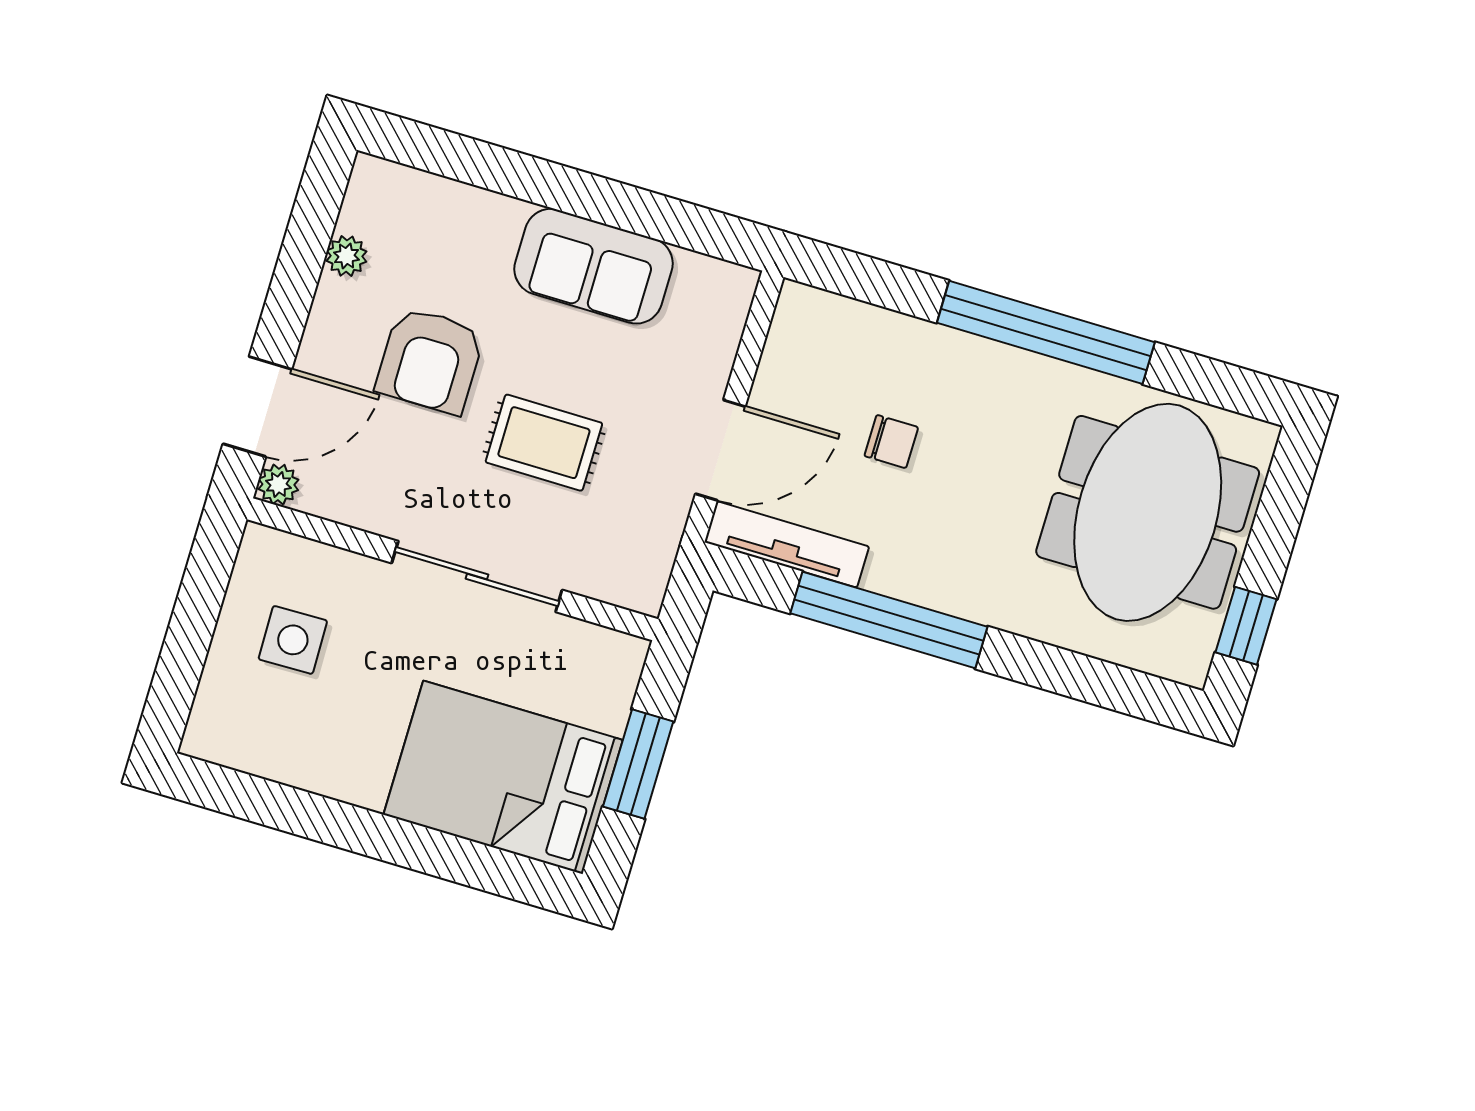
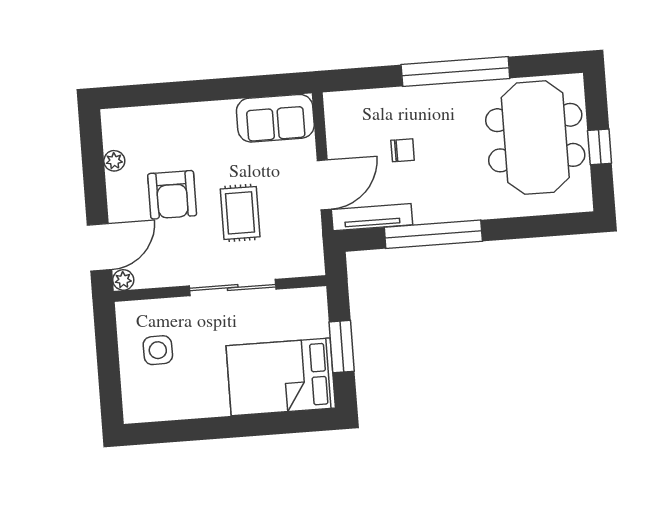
sofa: (593, 266) -> (275, 118), moved
rug: (544, 443) -> (240, 213), turned 90
window: (1246, 626) -> (600, 147), moved

